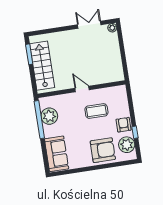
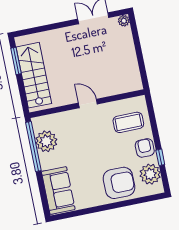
coffee table: (96, 111) -> (128, 122), moved

